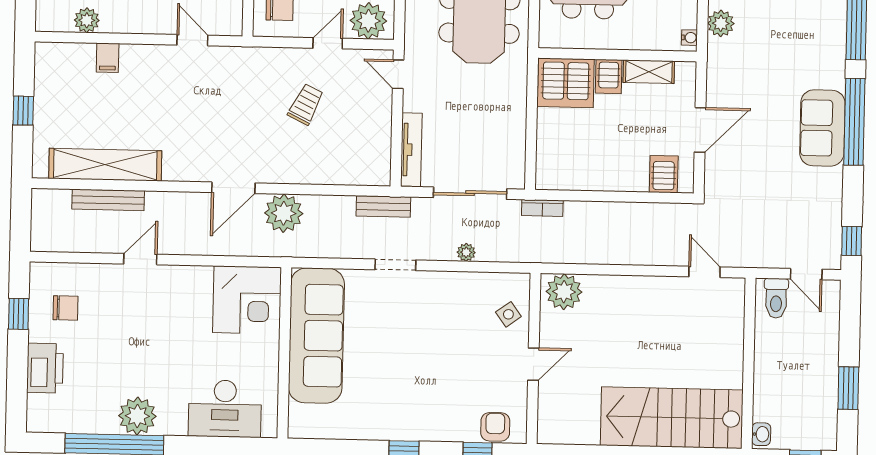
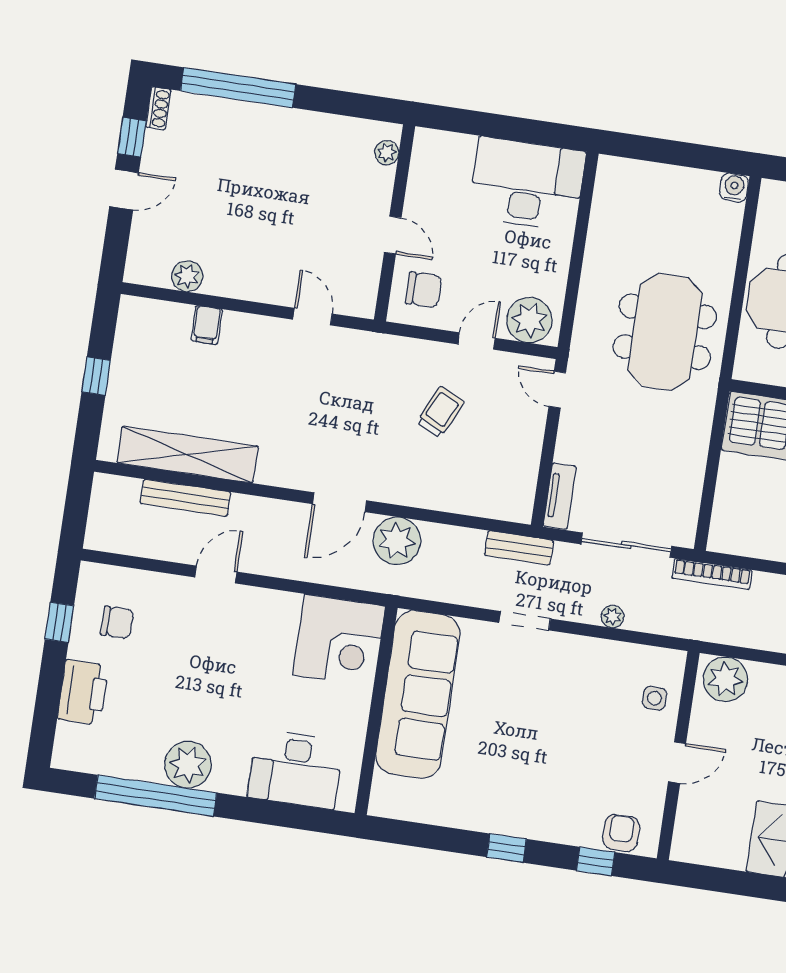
tv unit: (411, 150) -> (560, 496), width x0.71
bookcase: (542, 208) -> (712, 574), width x1.56
side table: (508, 314) -> (654, 698), turned 36

